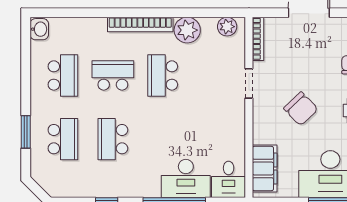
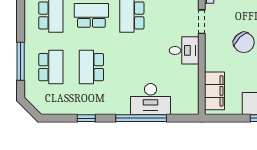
window: (26, 132) -> (21, 61), width x1.44
desk: (229, 179) -> (184, 50), moved, turned -90

